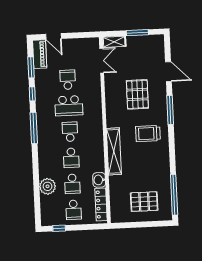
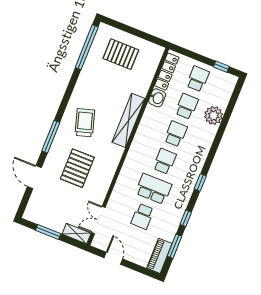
door: (54, 36) -> (113, 258), moved
window: (34, 128) -> (200, 182), width x0.46
school desk: (70, 132) -> (165, 161), turned 180
trolley: (148, 134) -> (85, 123), turned -107

